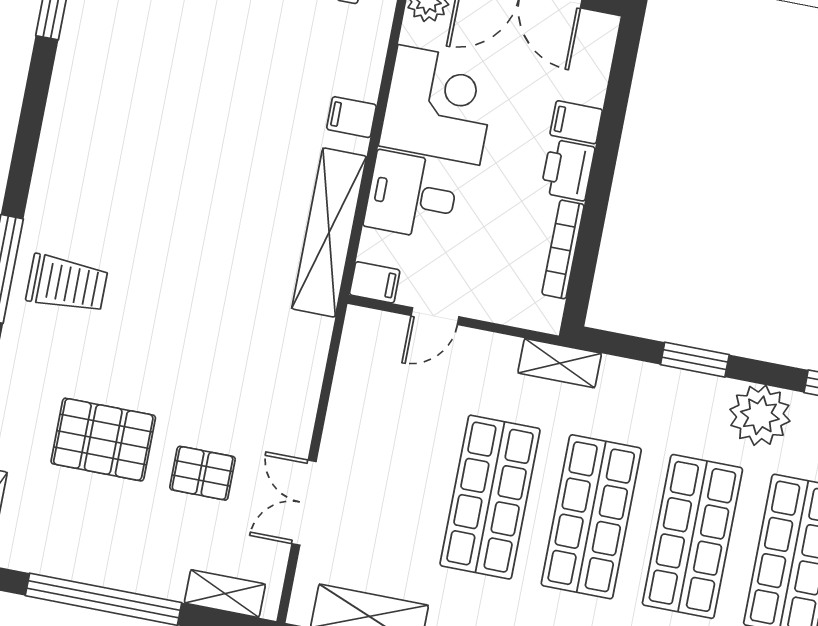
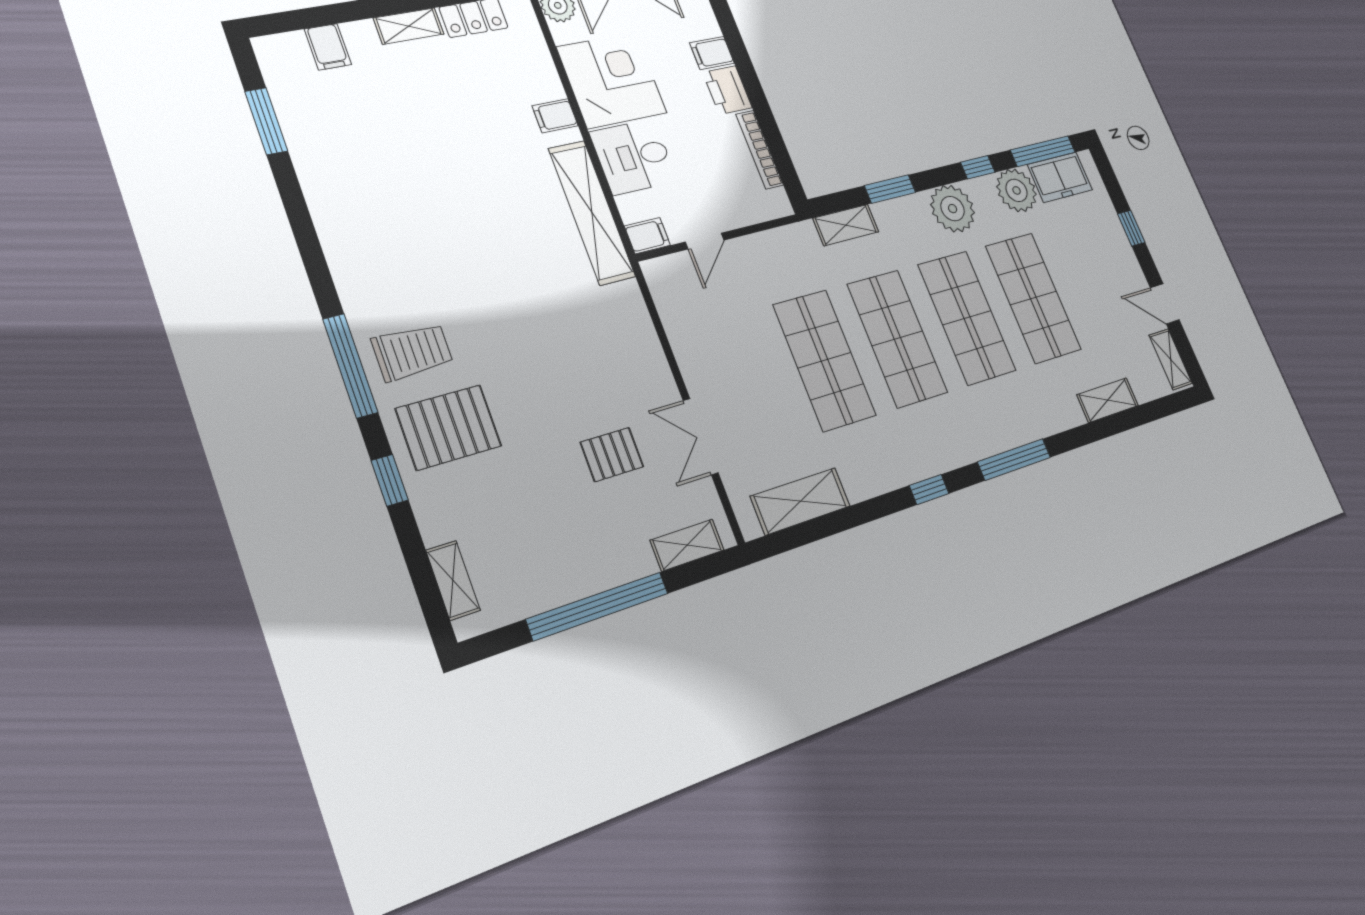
shelving: (560, 363) -> (846, 225), moved
pallet: (103, 440) -> (449, 427), moved

